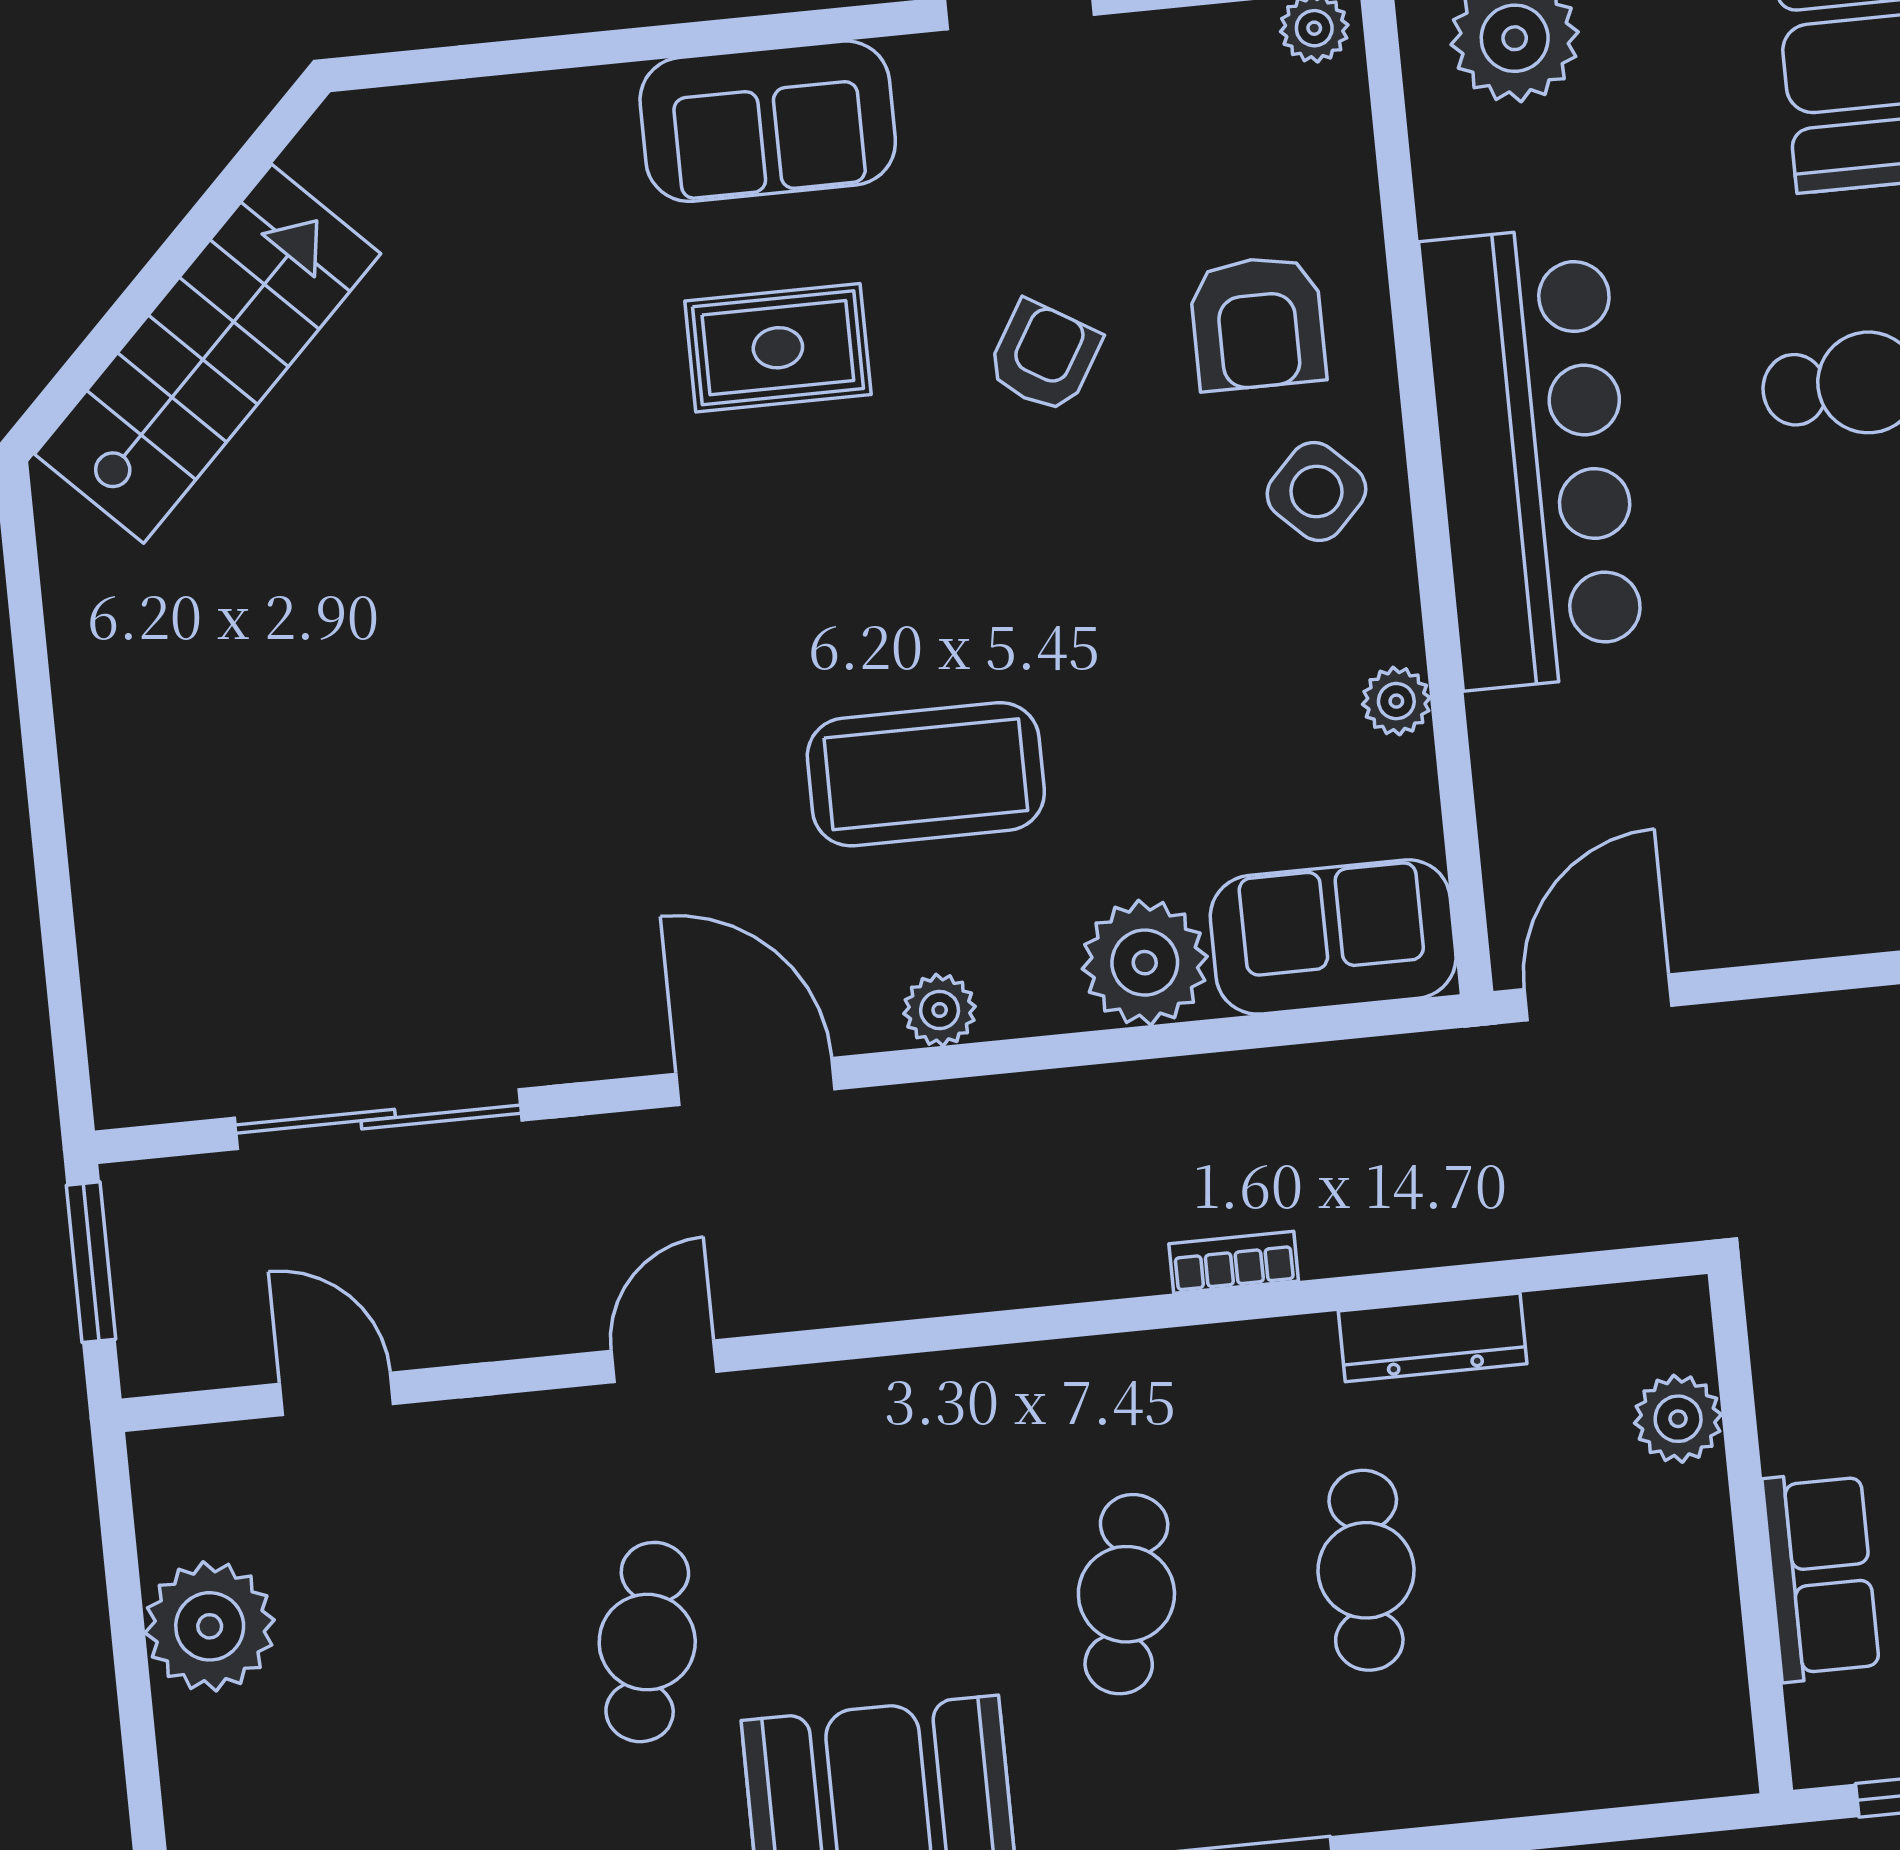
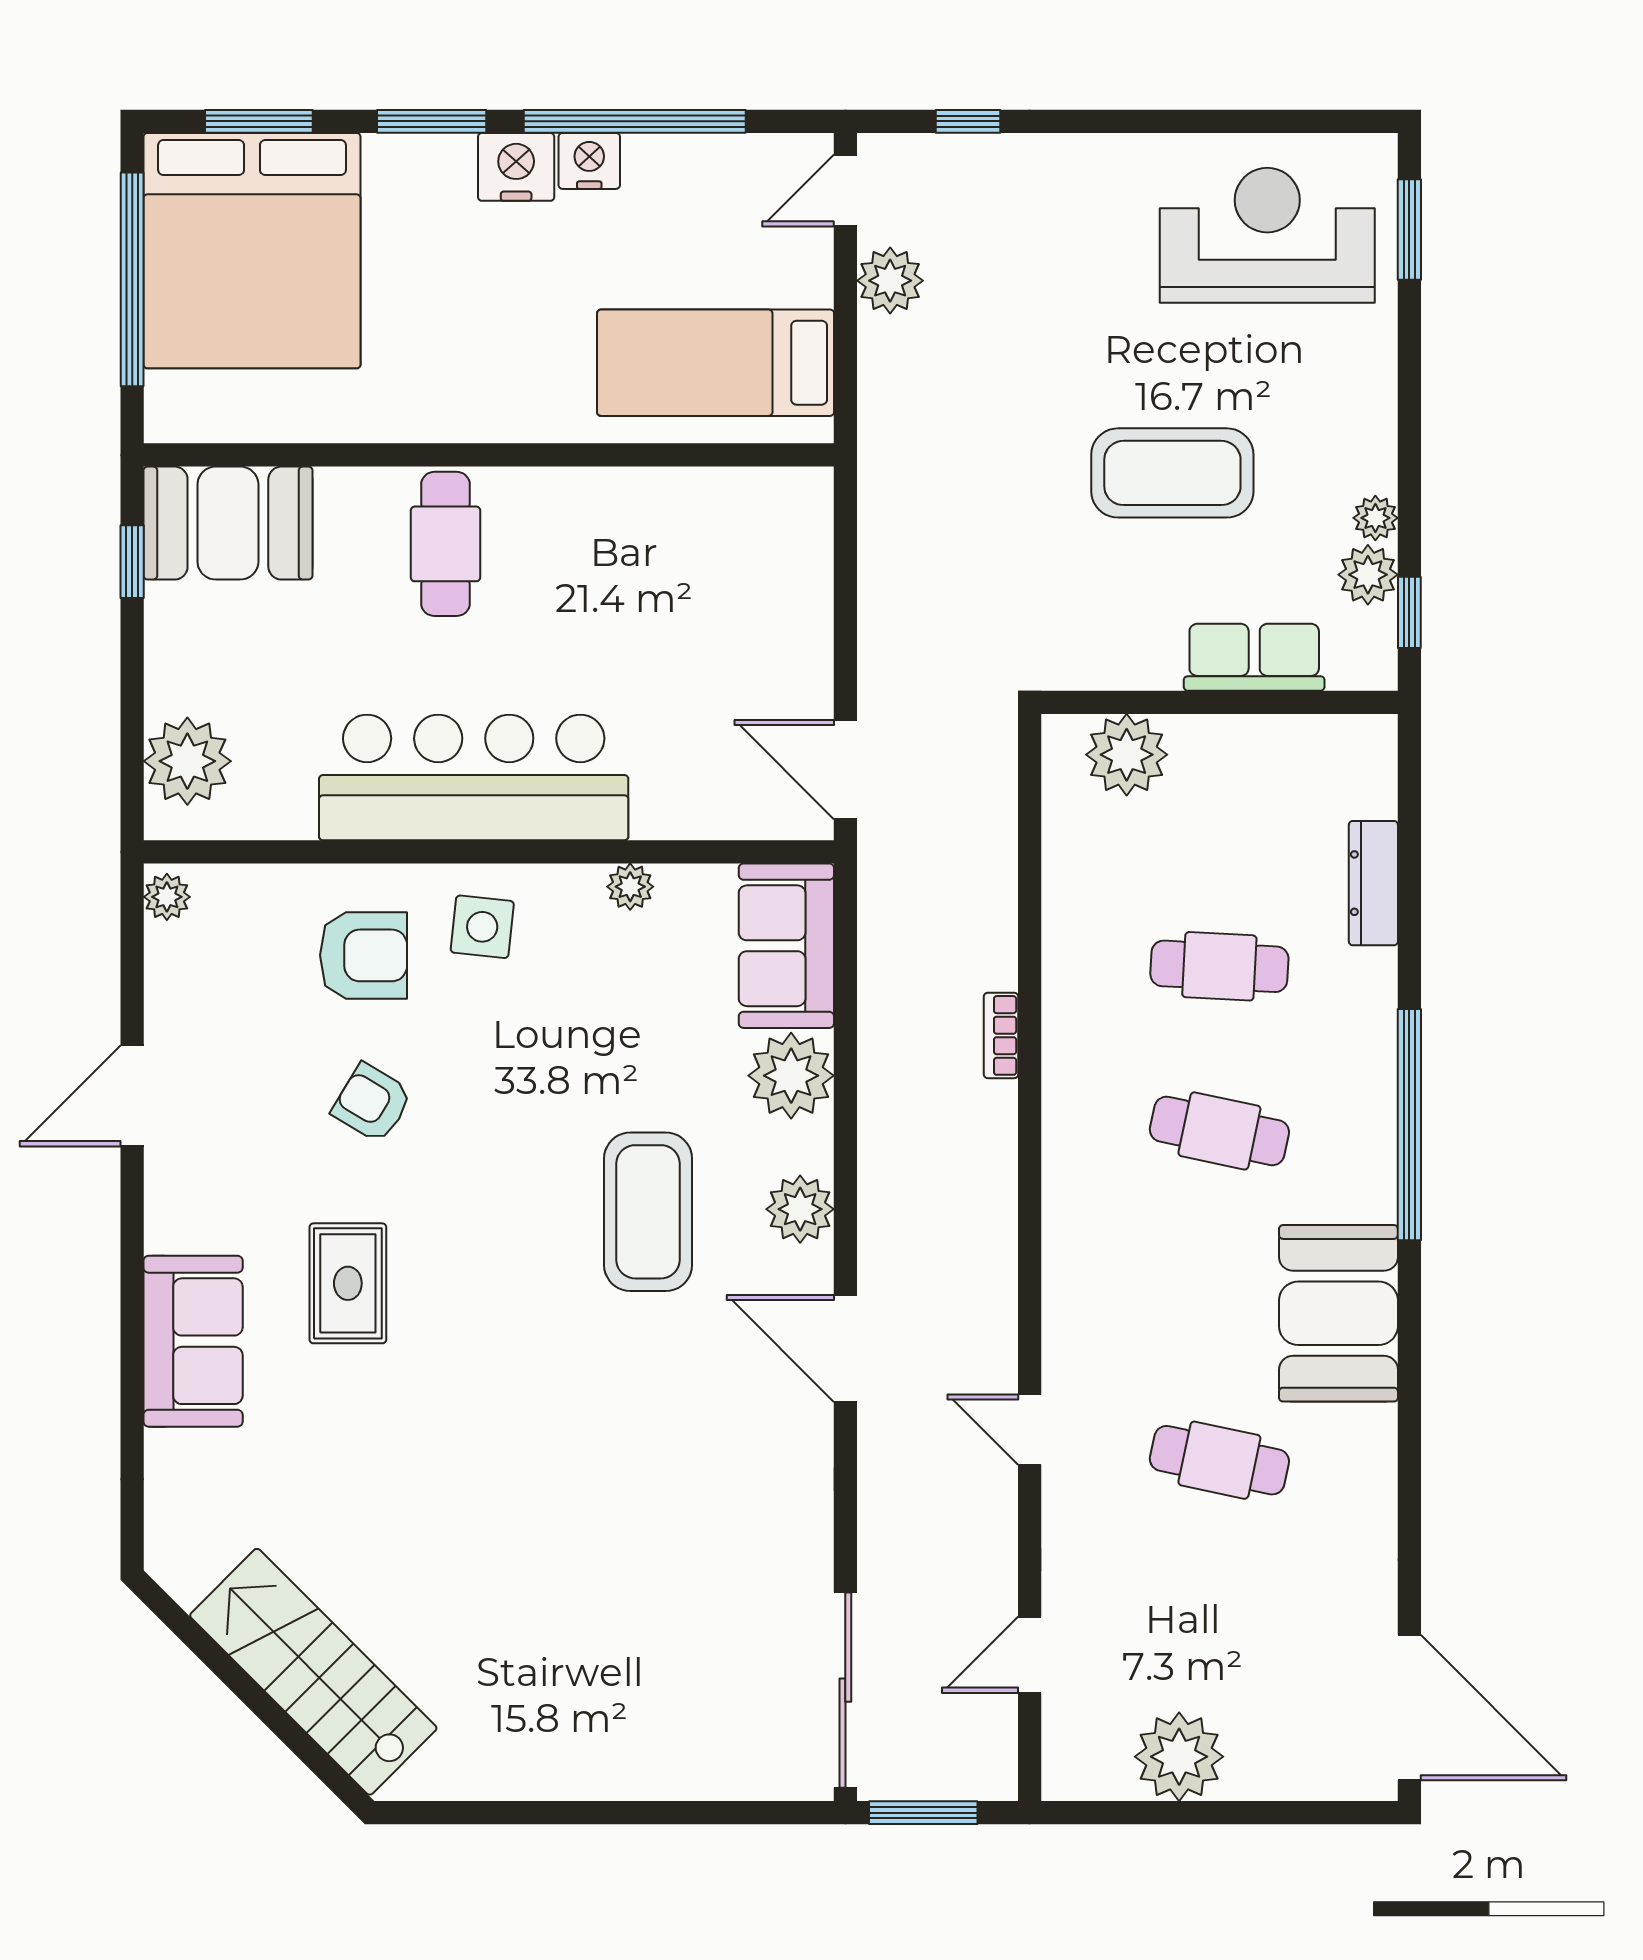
sofa: (768, 121) -> (193, 1341), moved
side table: (1316, 491) -> (482, 927), turned -38
plant: (940, 1010) -> (800, 1209), width x1.38, depth x1.38
door: (756, 1081) -> (845, 1348), hinge flipped
sliding door: (378, 1119) -> (845, 1690), moved
dresser: (1433, 1337) -> (1373, 883), moved, turned 180
plant: (1678, 1419) -> (1127, 755), width x1.36, depth x1.36

